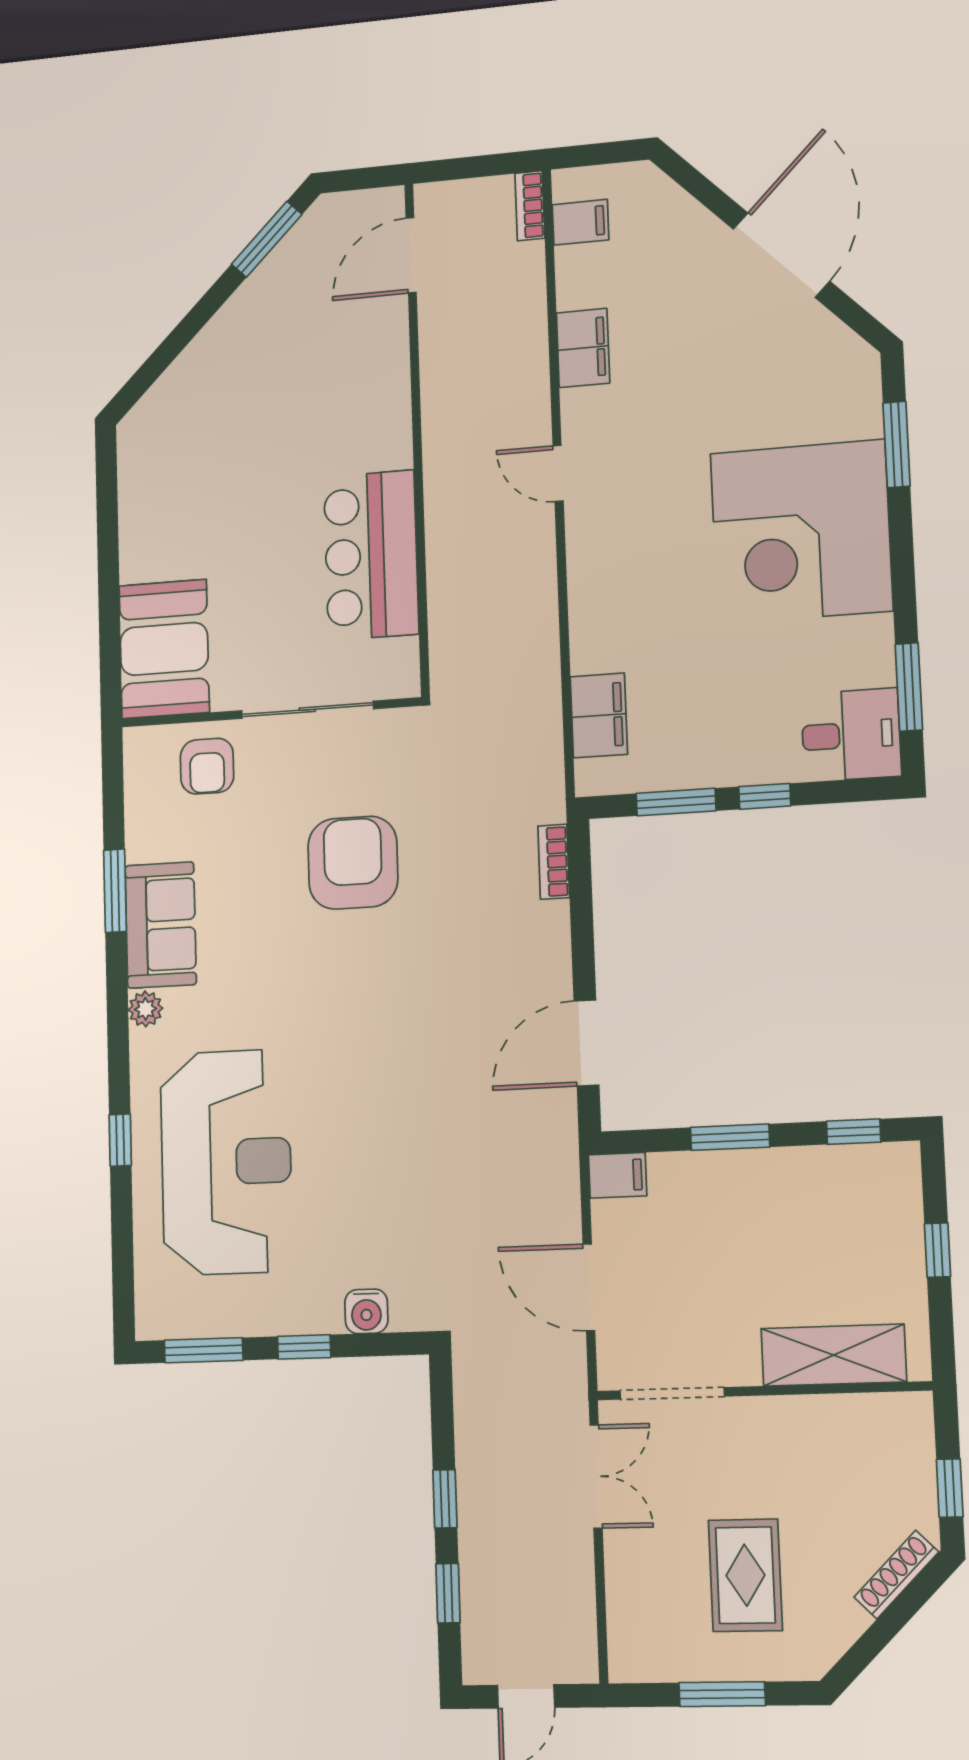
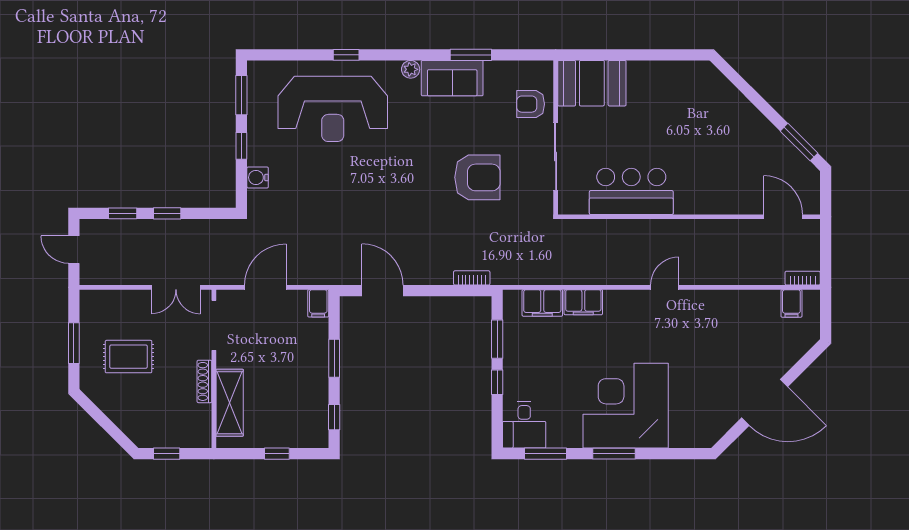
filing cabinet: (583, 348) -> (583, 302), moved
window: (897, 445) -> (614, 454), moved
shoe rack: (896, 1575) -> (204, 381), moved, turned -135

